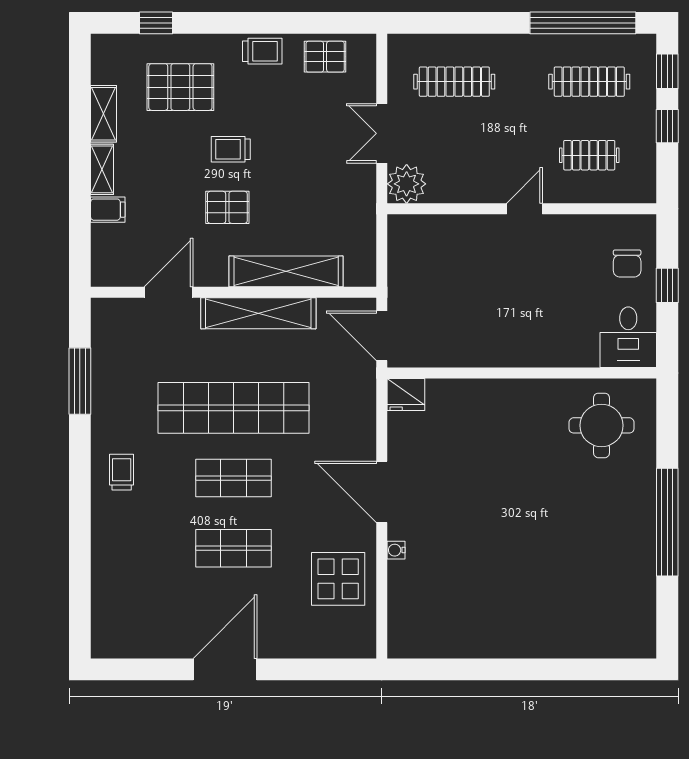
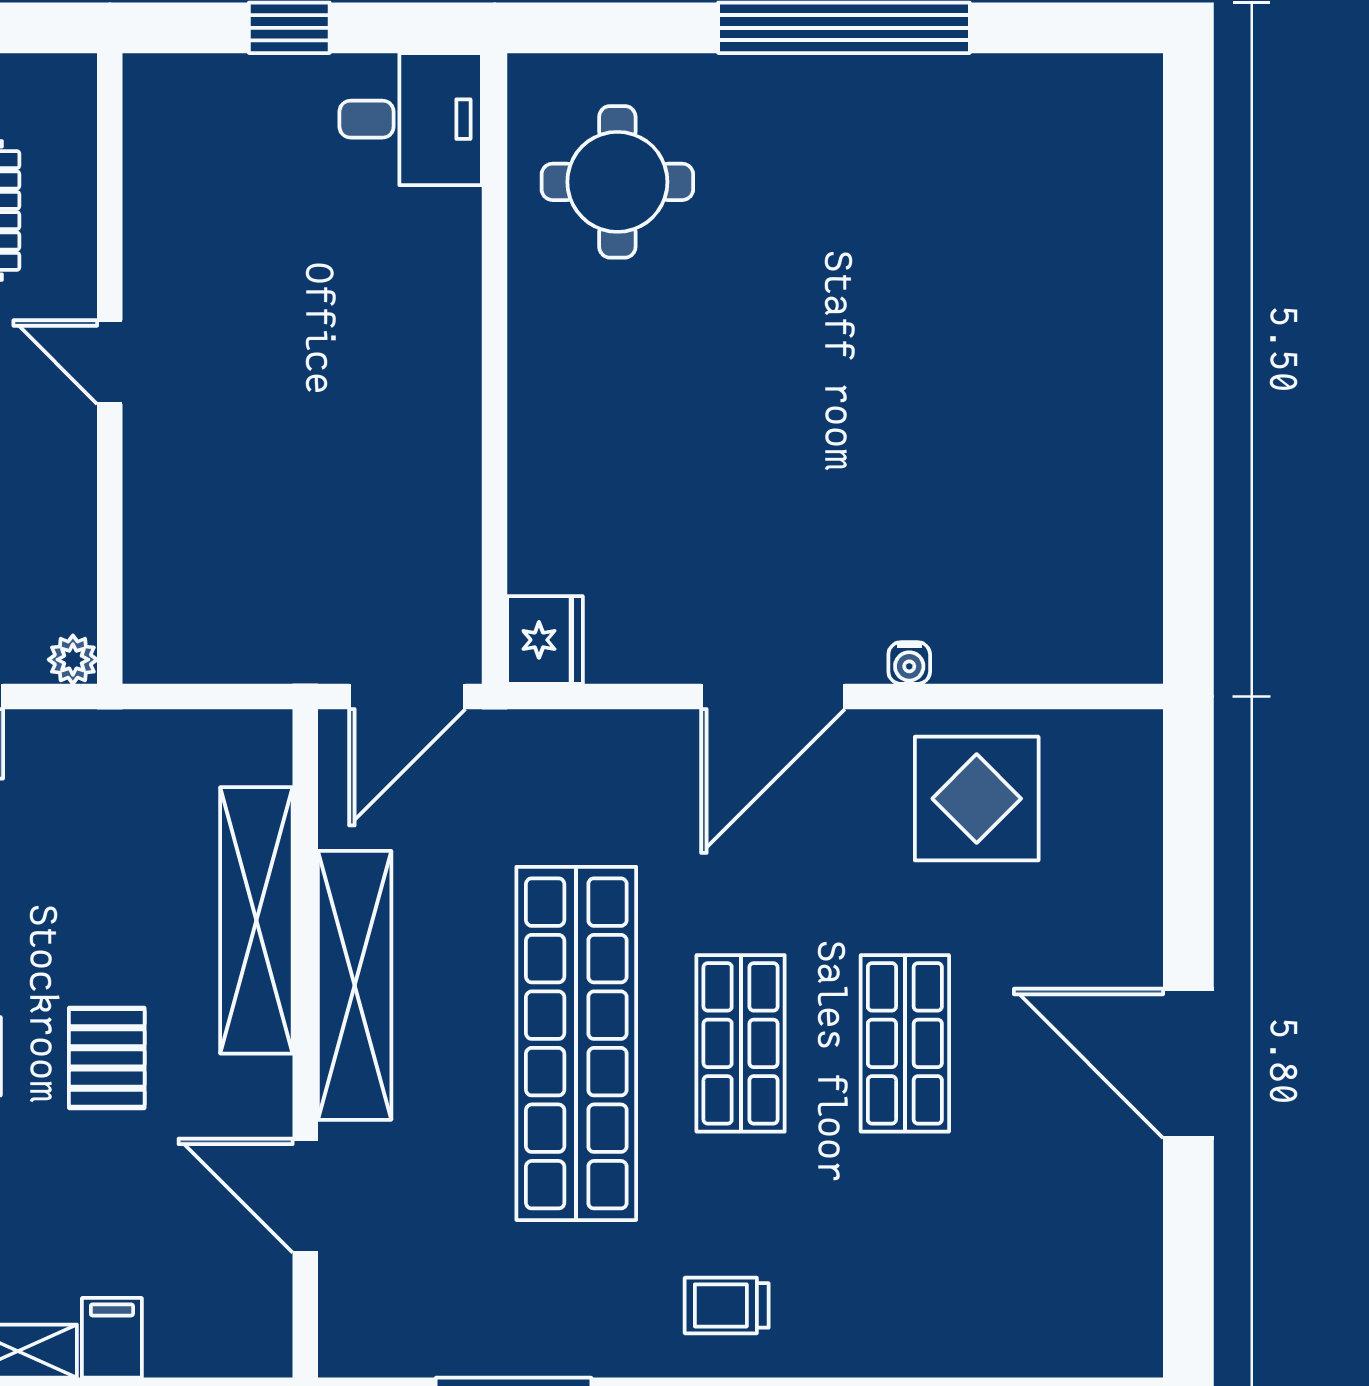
plant: (407, 184) -> (73, 660), width x0.53, depth x0.53
chair: (627, 264) -> (238, 122), removed

